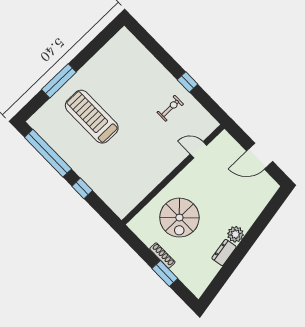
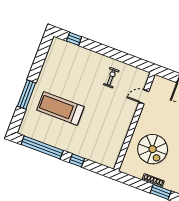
window: (188, 82) -> (74, 39), moved

